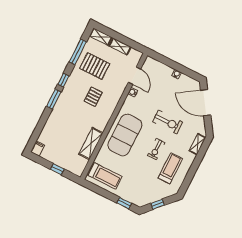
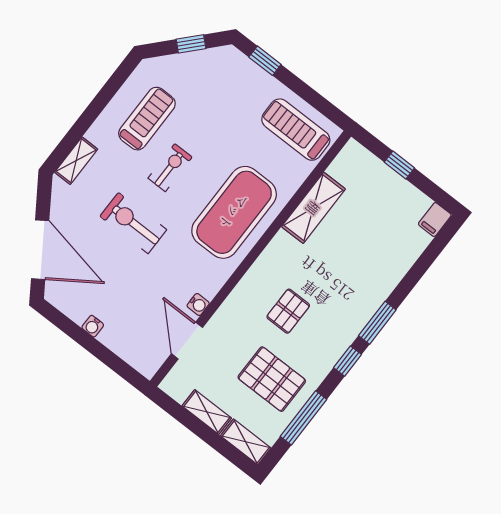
treadmill: (170, 168) -> (147, 119), turned 180

